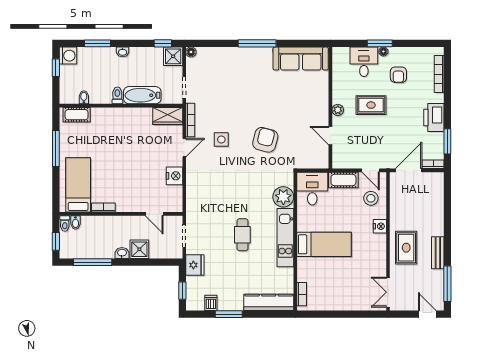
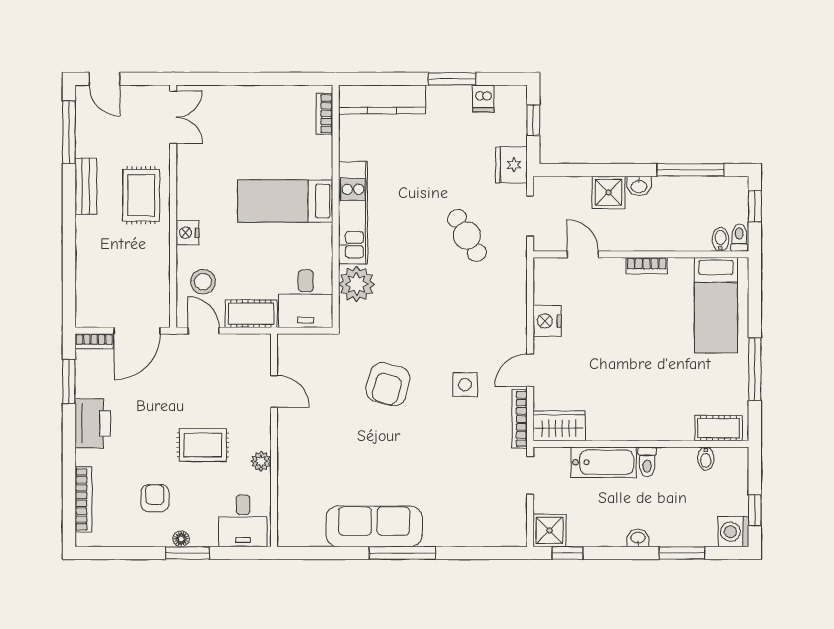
floor lamp: (191, 52) -> (518, 538), removed
sofa: (301, 59) -> (374, 526), moved
desk: (364, 62) -> (243, 521), moved
plant: (338, 110) -> (261, 461), moved
bookcase: (103, 207) -> (647, 266), moved
cafe table: (242, 235) -> (467, 236), moved, turned -30

